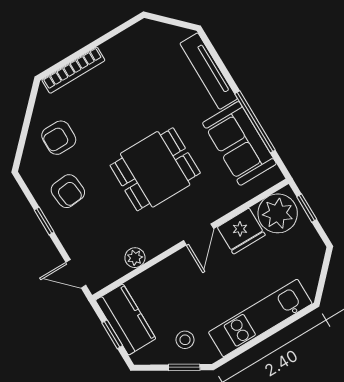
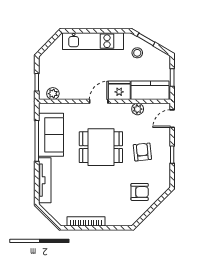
bookcase: (73, 70) -> (86, 221), moved
armchair: (68, 191) -> (142, 152), moved
plant: (278, 213) -> (53, 94), width x0.53, depth x0.53
fridge: (241, 231) -> (119, 90), moved
door: (76, 274) -> (172, 119), swing flipped
kitchen counter: (126, 319) -> (150, 90), moved, turned 90

